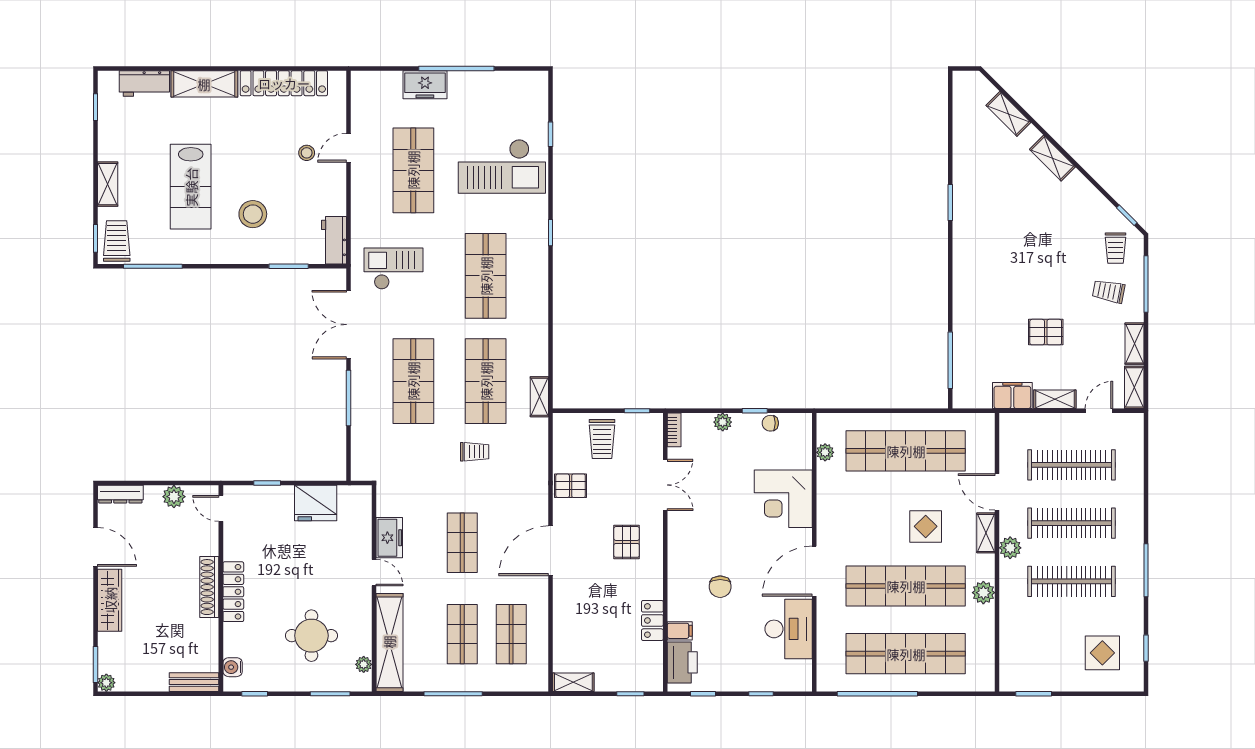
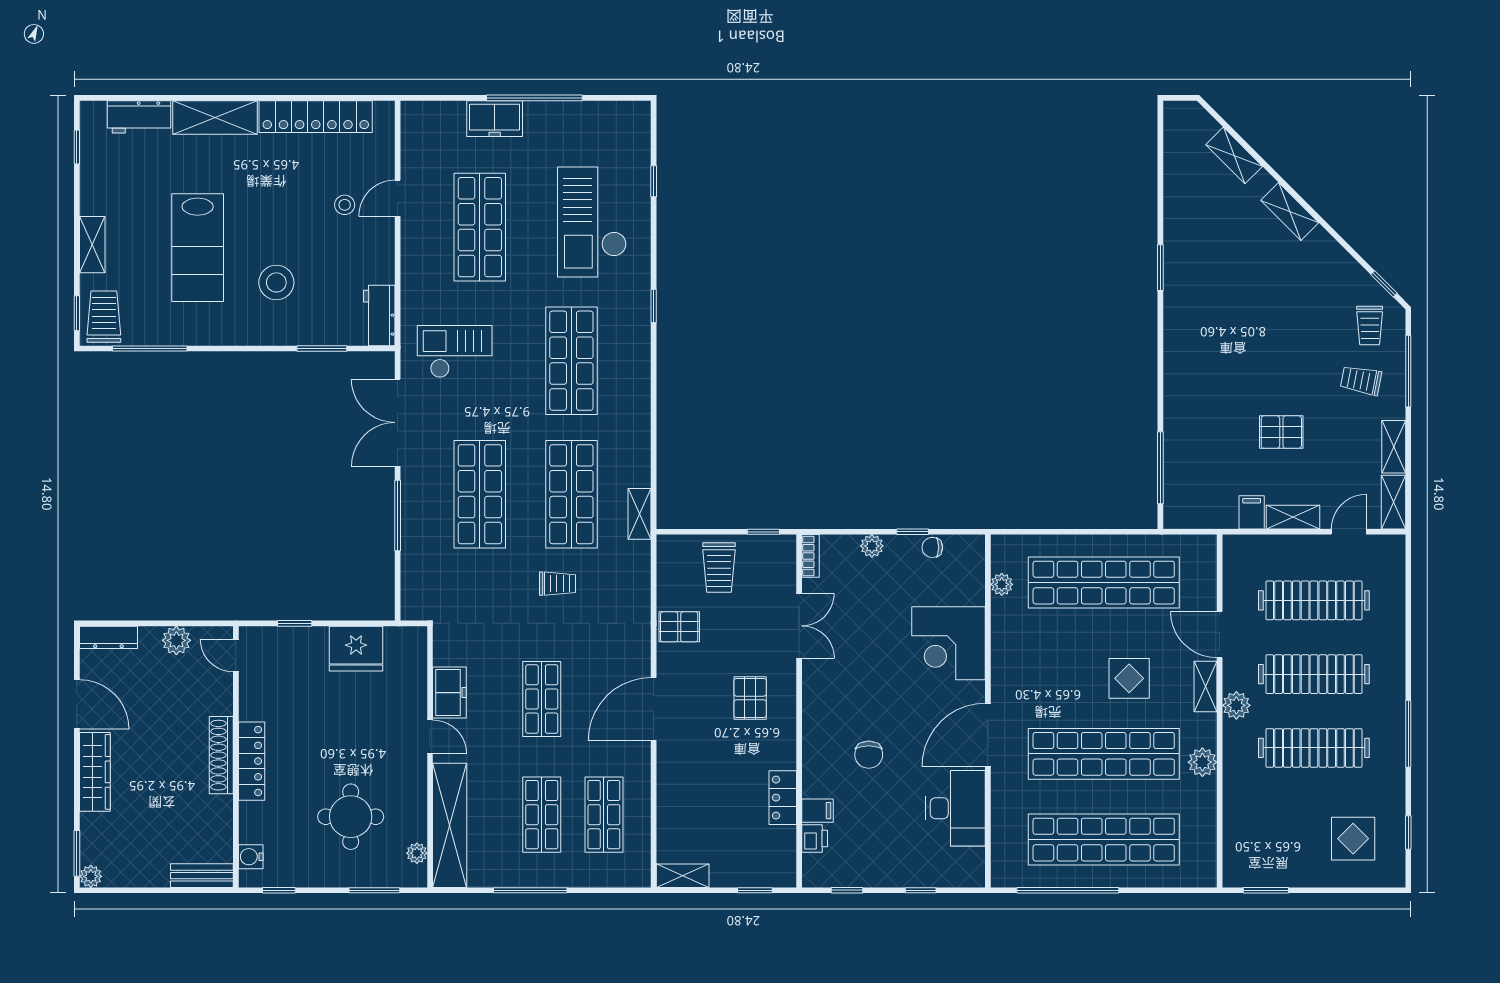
checkout: (502, 166) -> (592, 222), turned 90
filing cabinet: (1012, 396) -> (1252, 512), width x0.50
printer: (682, 662) -> (815, 838), width x0.53, depth x0.68

